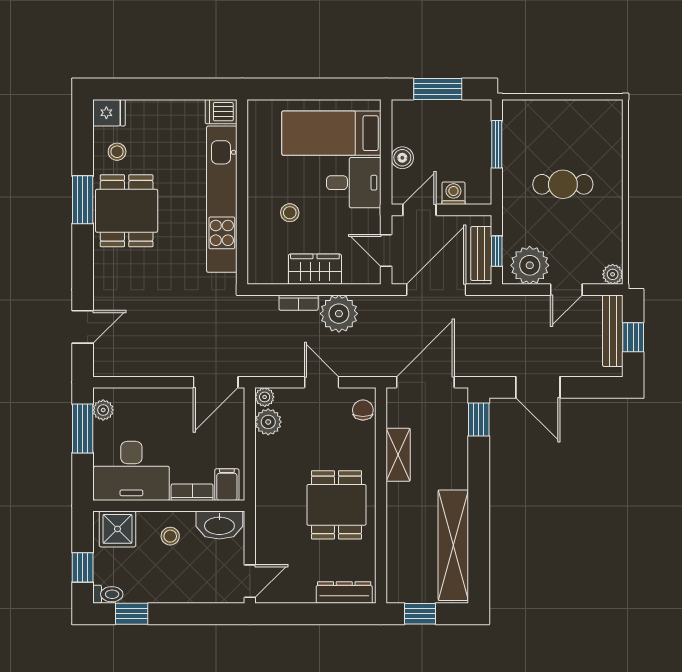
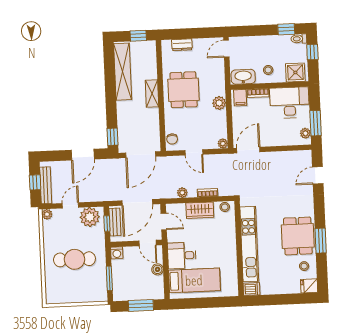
cafe table: (563, 184) -> (74, 259), width x1.37, depth x1.35
washing machine: (453, 193) -> (117, 253), moved
door: (419, 210) -> (148, 243), hinge flipped
stool: (290, 213) -> (225, 207), moved
plant: (339, 314) -> (182, 193), width x0.53, depth x0.53
door: (538, 387) -> (83, 155), swing flipped
plant: (268, 422) -> (219, 103), moved
shelving: (398, 455) -> (152, 94), moved
dresser: (344, 592) -> (182, 45), width x0.70

